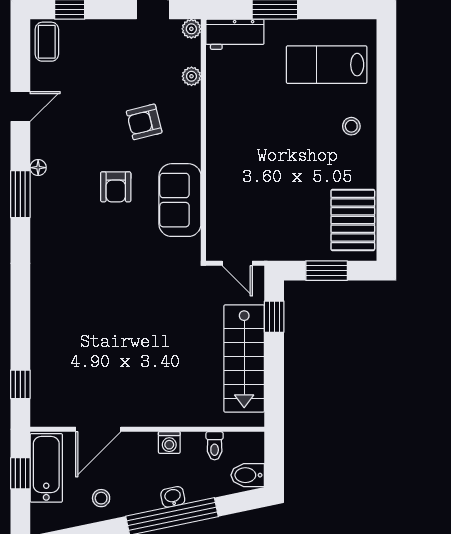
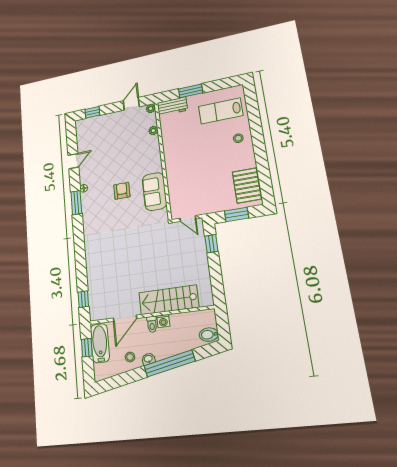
coffee table: (47, 42) -> (83, 129), removed
armchair: (144, 122) -> (133, 157), removed
armchair: (116, 187) -> (122, 191), turned 180
stairs: (244, 358) -> (169, 300), moved, turned 90
toilet: (215, 446) -> (152, 324), moved
washbasin: (173, 497) -> (148, 359), moved

